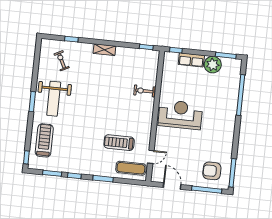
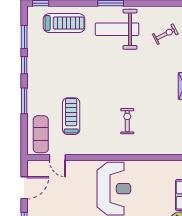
exercise bike: (144, 91) -> (127, 121), moved

